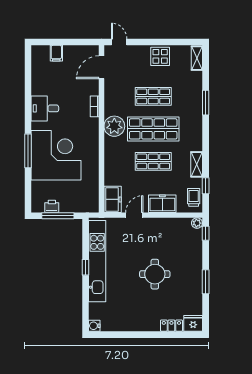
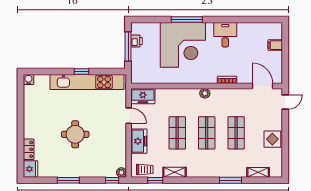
shelving: (197, 58) -> (258, 172), moved
plant: (114, 126) -> (205, 93), width x0.53, depth x0.53
shop shelf: (153, 129) -> (207, 133), width x0.70, depth x0.74

